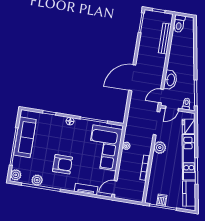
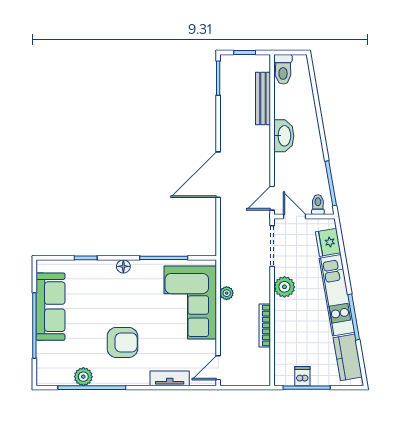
washbasin: (170, 80) -> (284, 136), moved
door: (172, 108) -> (295, 216), swing flipped
plant: (16, 175) -> (45, 374), removed

